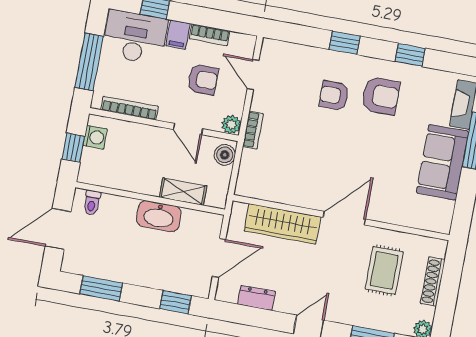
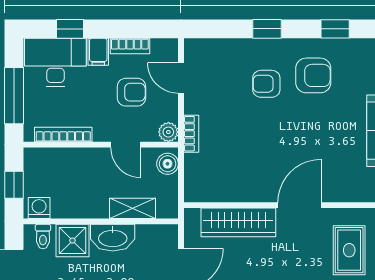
washing machine: (95, 137) -> (39, 208), moved, turned -90
shower: (120, 212) -> (73, 241), added

